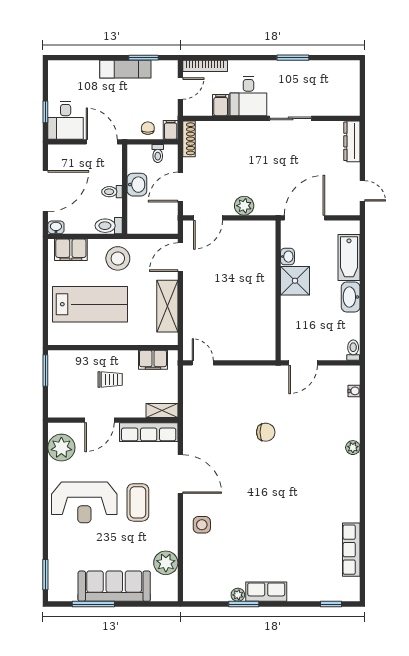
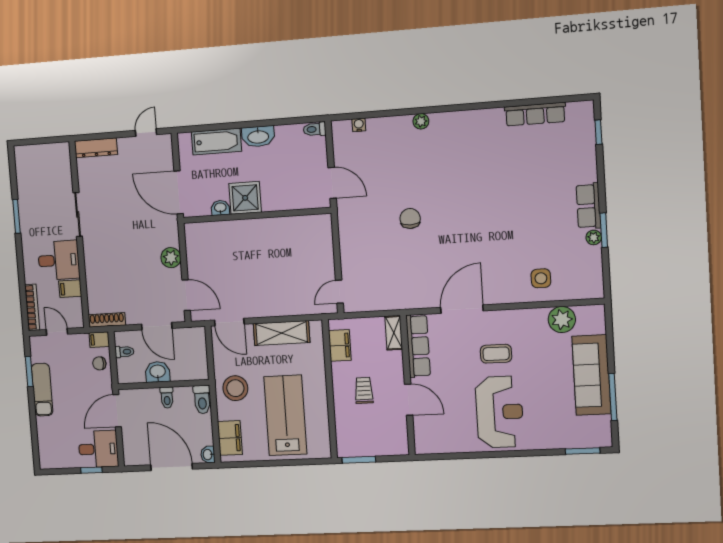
plant: (61, 448) -> (441, 439), removed
coffee table: (138, 502) -> (496, 354), width x0.73, depth x0.77
side table: (202, 525) -> (541, 278), moved

